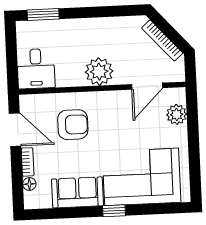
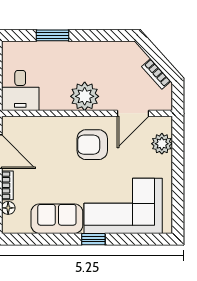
window: (43, 14) -> (53, 35), moved
bookcase: (162, 40) -> (156, 74), width x0.64
armchair: (73, 125) -> (92, 145), moved, turned 180

